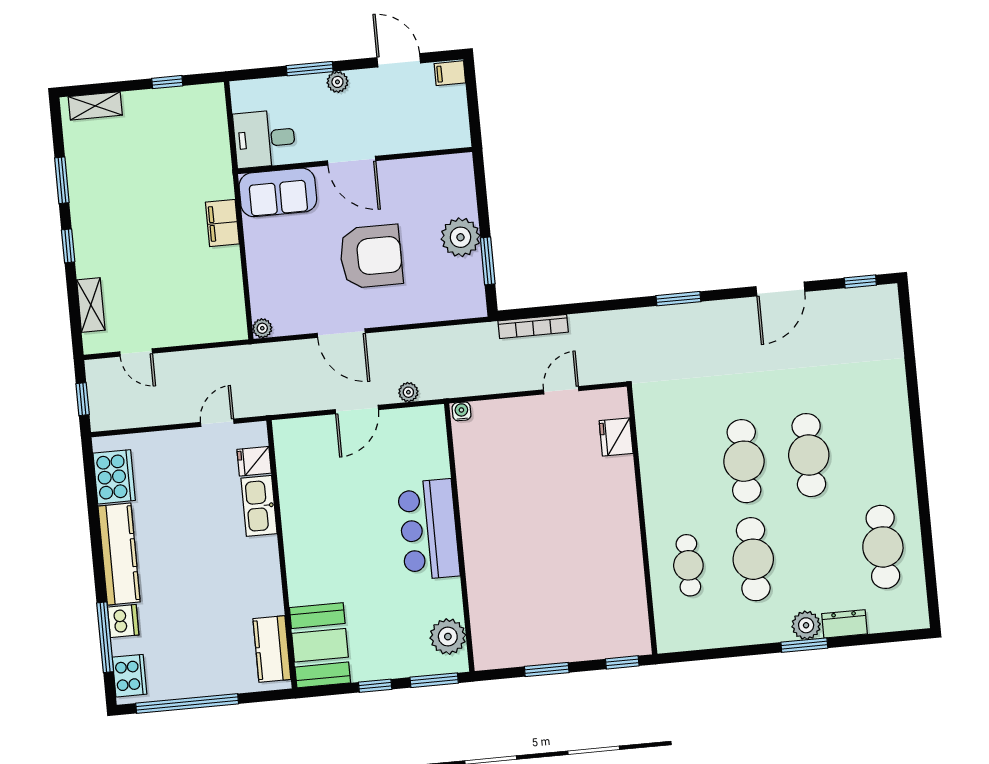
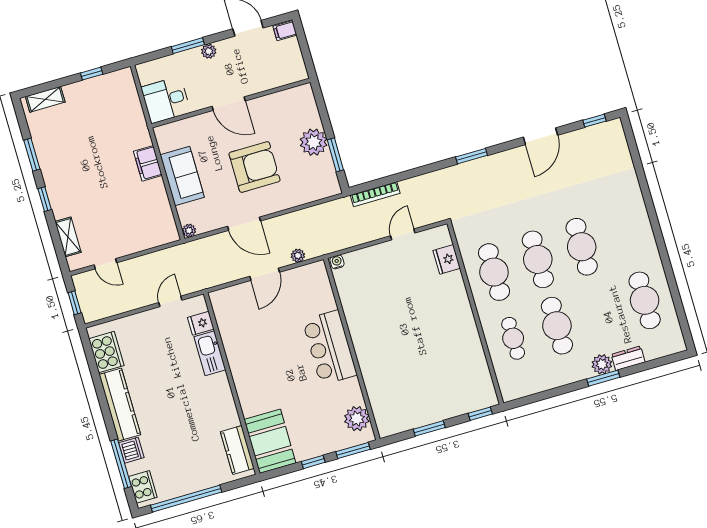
sofa: (278, 192) -> (182, 176), moved, turned -90
cafe table: (679, 467) -> (494, 272), added

